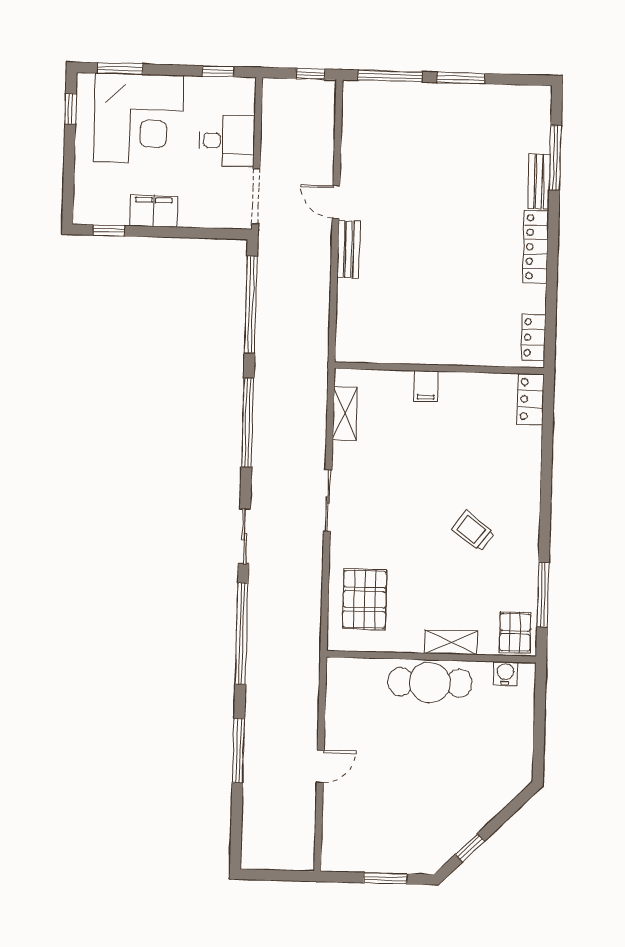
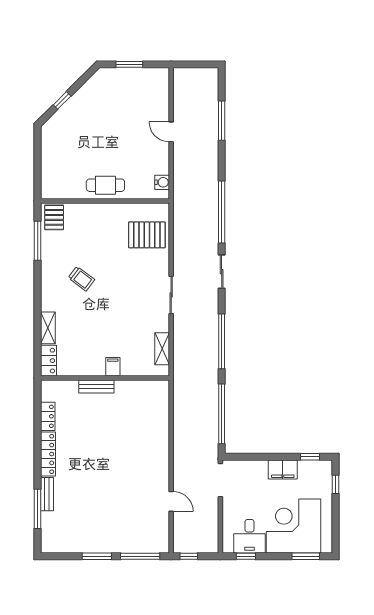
window: (71, 109) -> (335, 484), moved
desk: (227, 141) -> (250, 536), moved, turned -90
door: (336, 202) -> (171, 501), moved
bench: (349, 249) -> (96, 387), moved, turned 90
locker: (533, 337) -> (48, 416), moved
pallet: (364, 599) -> (147, 235), turned 90
shelving: (451, 642) -> (48, 328), moved, turned 90
water cooler: (505, 673) -> (162, 182), moved, turned -90
cafe table: (430, 682) -> (105, 185), width x0.73, depth x0.74
window: (238, 750) -> (222, 121), moved
door: (320, 766) -> (171, 132), hinge flipped
window: (470, 848) -> (62, 100), moved

